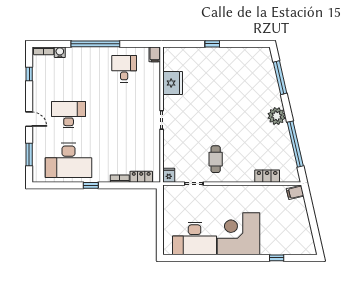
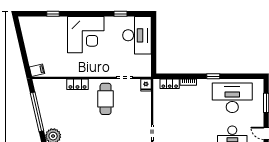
cafe table: (216, 159) -> (106, 99), width x1.37, depth x1.35
locker: (267, 176) -> (77, 84), moved
desk: (195, 239) -> (137, 35), moved, turned 90
window: (198, 258) -> (120, 14), added

